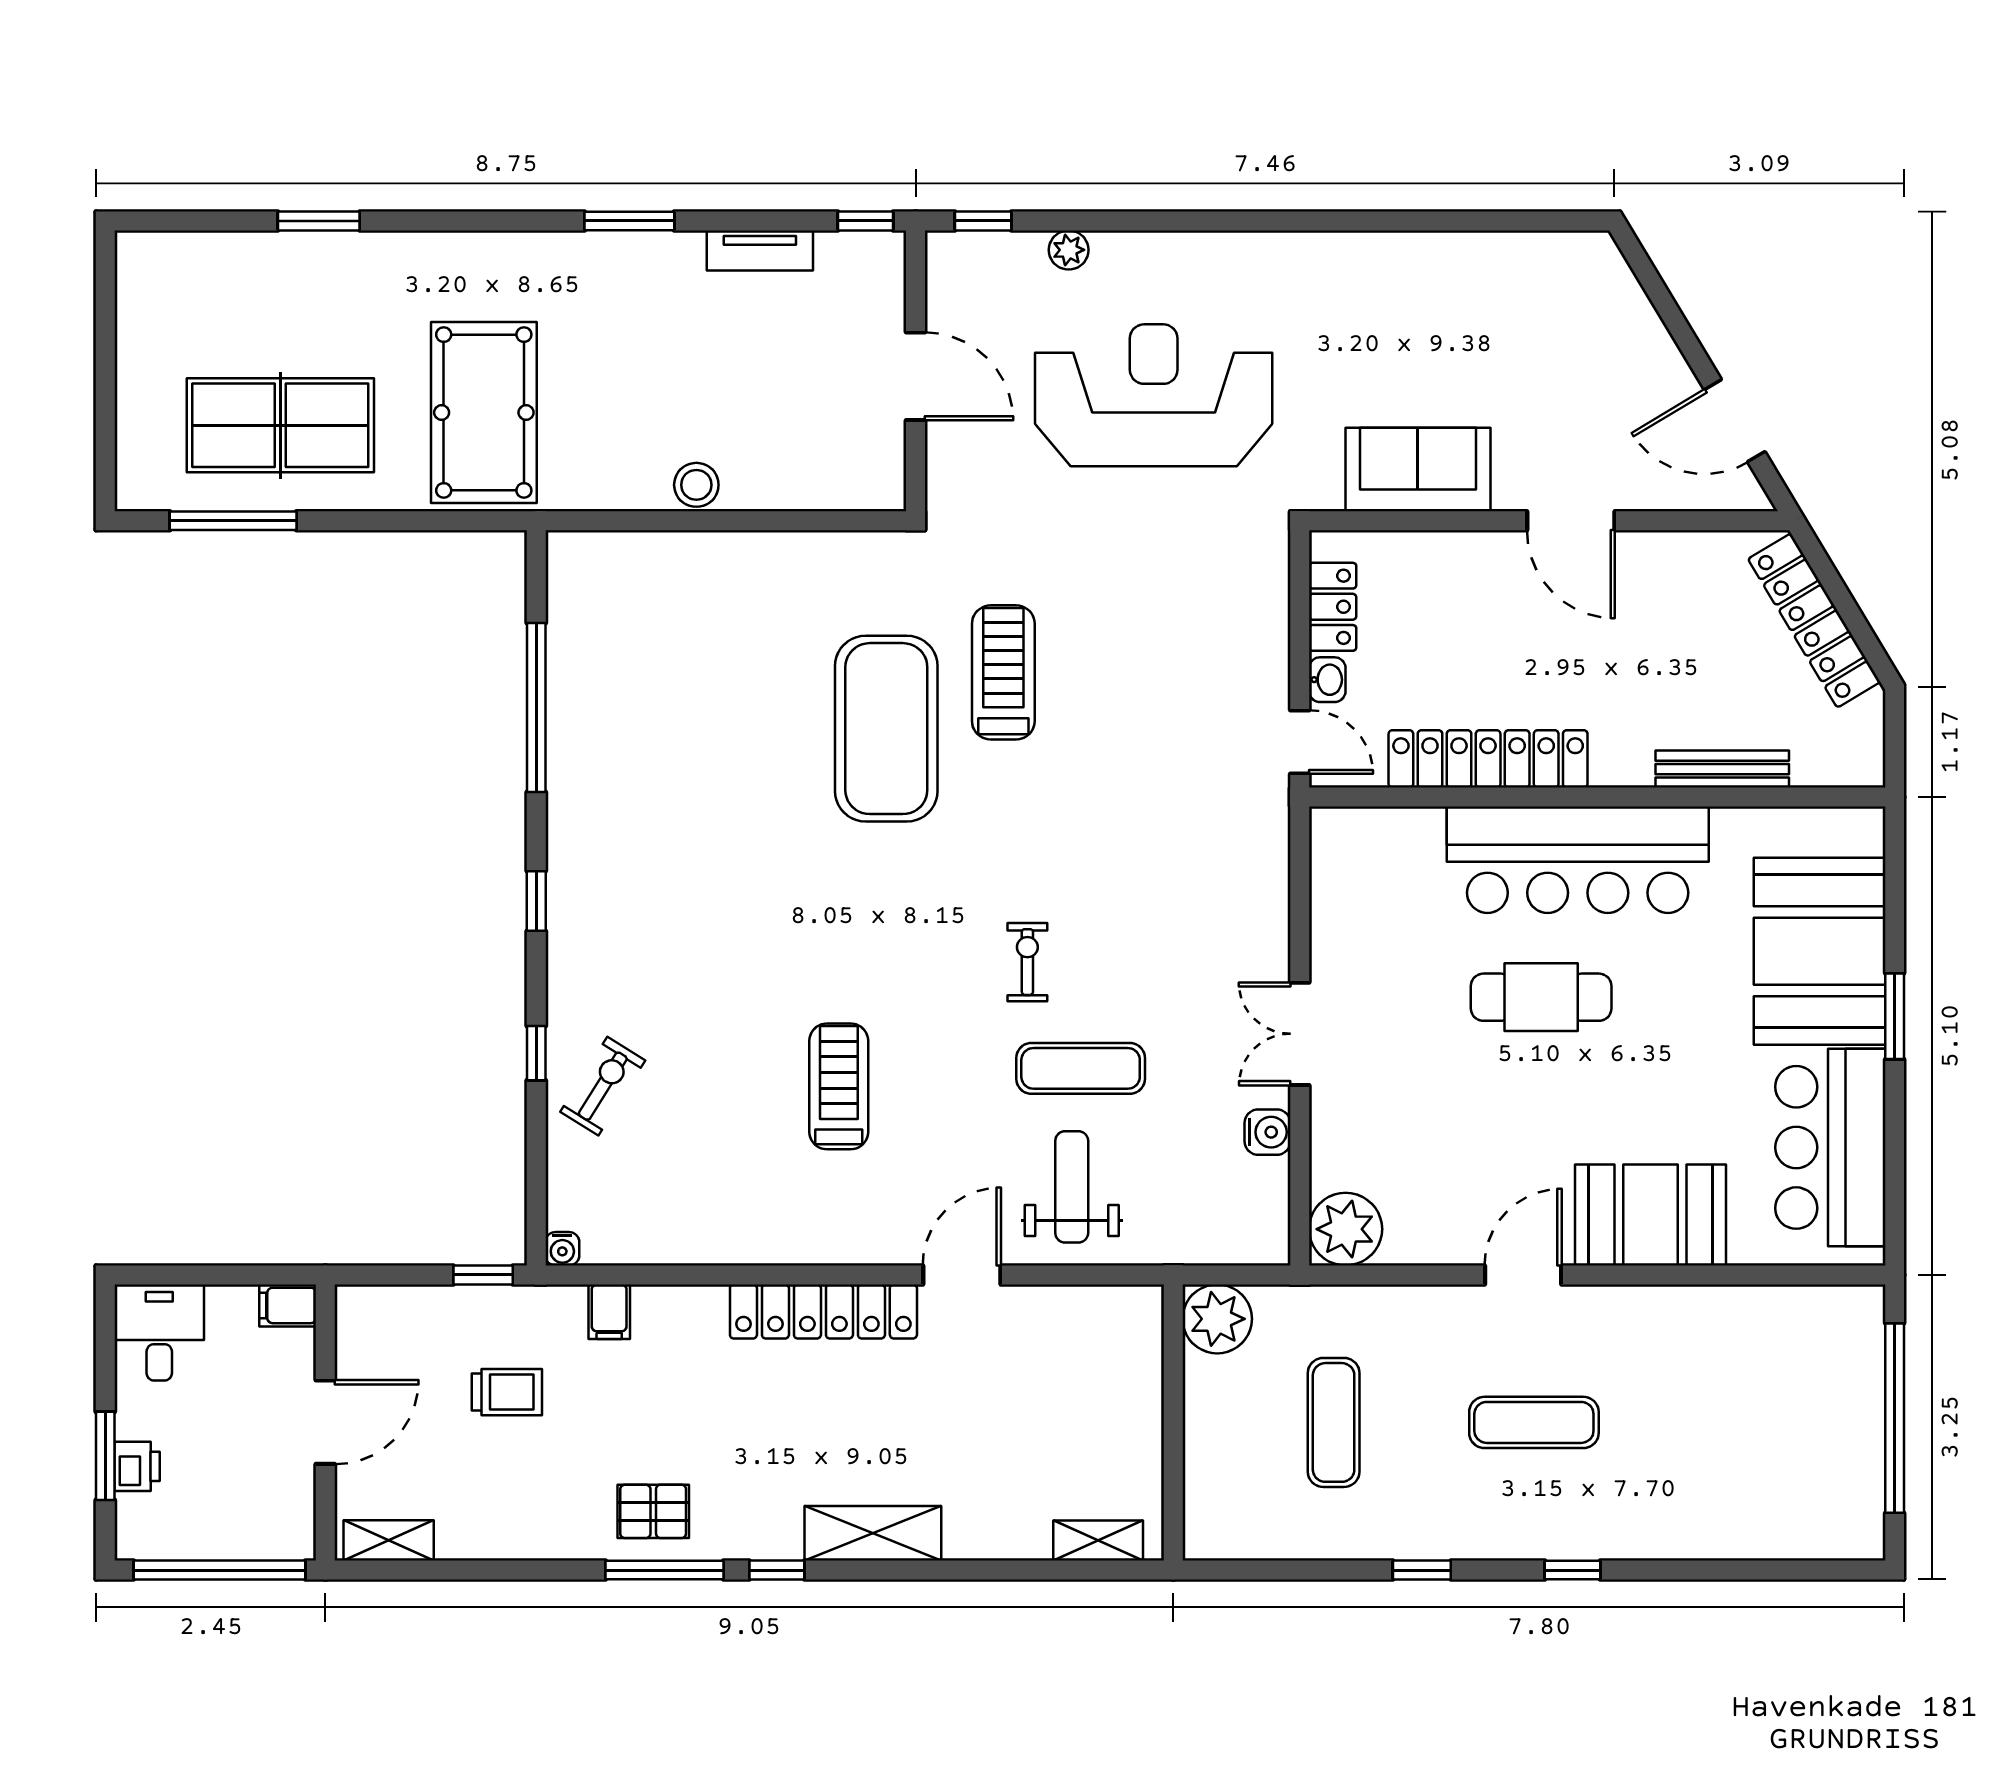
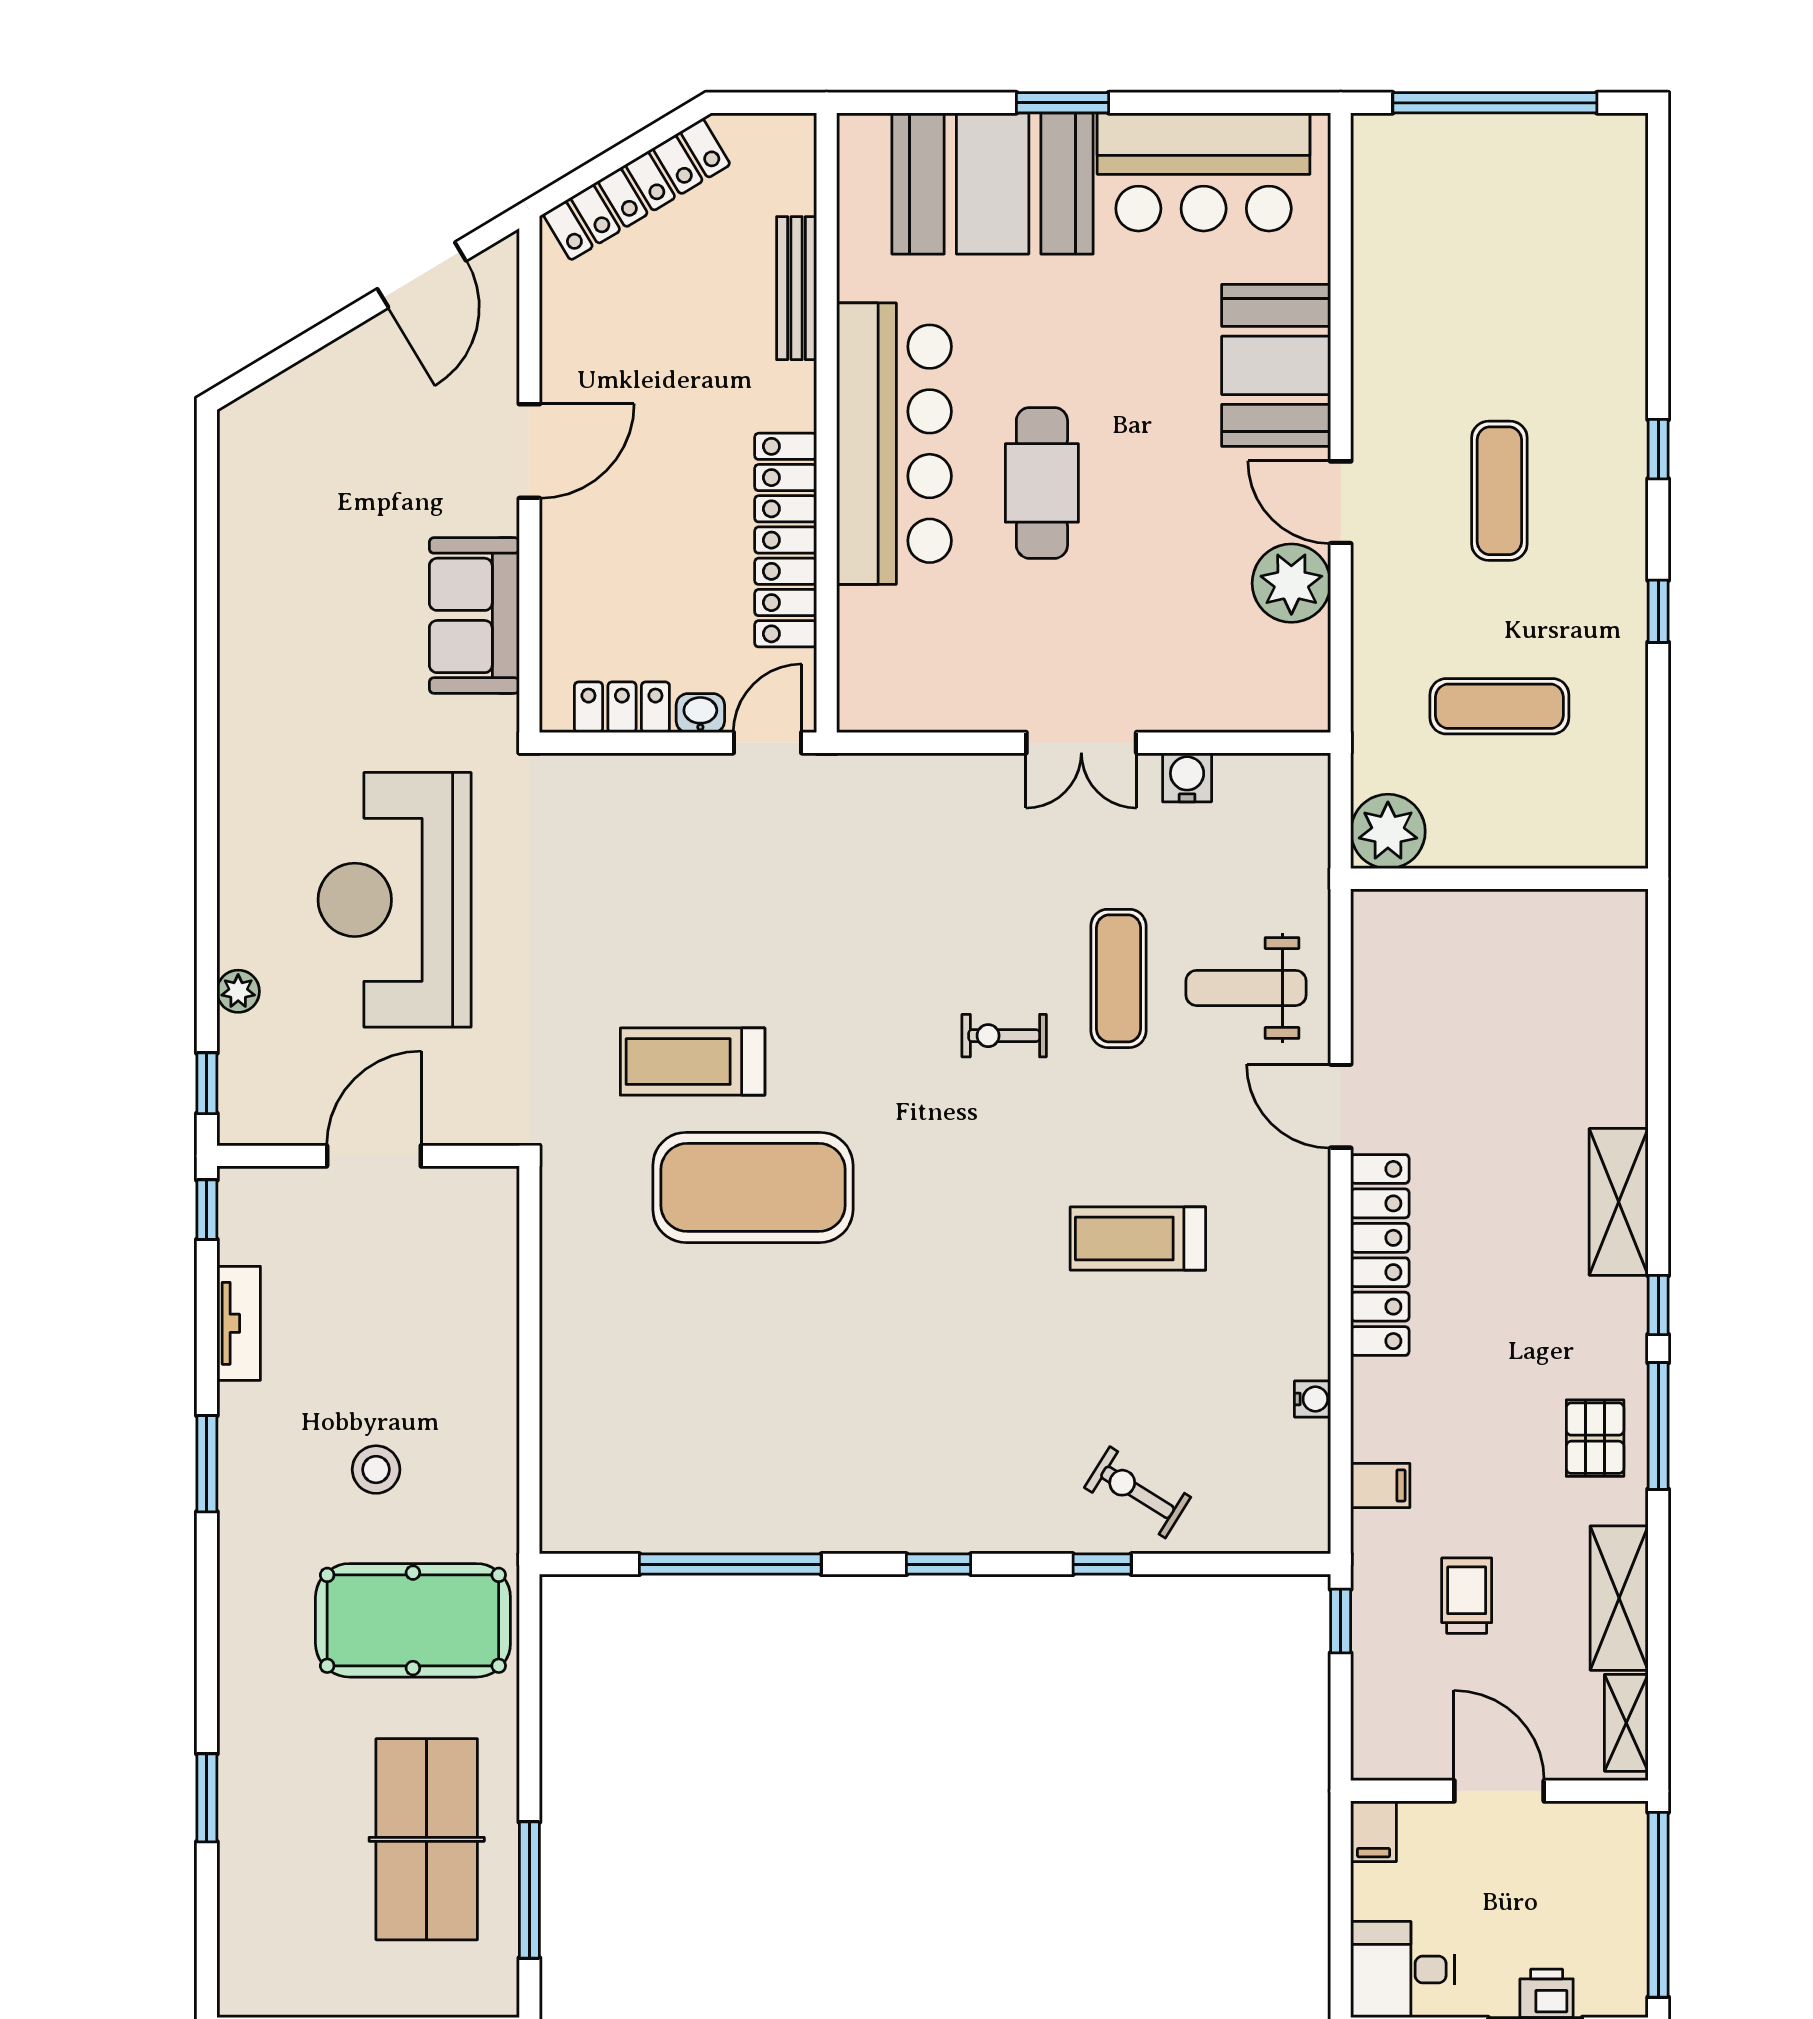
stool: (696, 485) -> (376, 1470), moved
plant: (1346, 1229) -> (1291, 583), moved
water cooler: (562, 1249) -> (1312, 1399), moved
shelving: (1098, 1540) -> (1619, 1598), moved, width x1.50, depth x1.33

